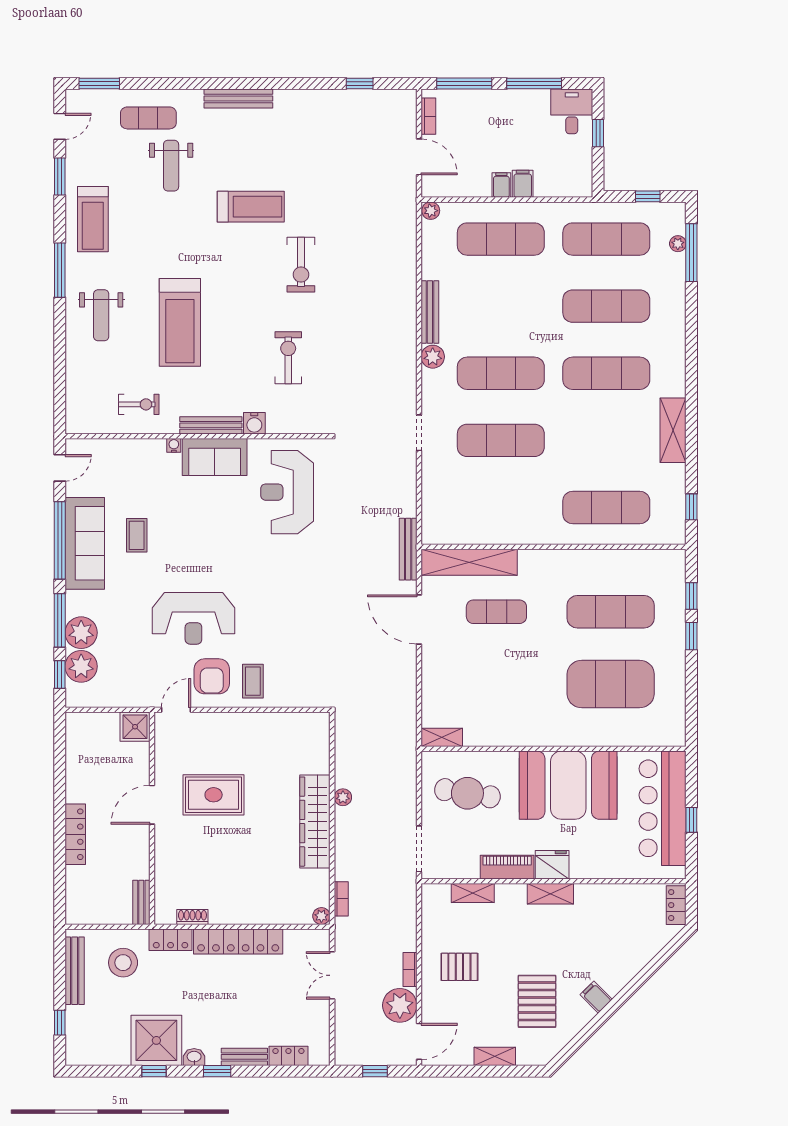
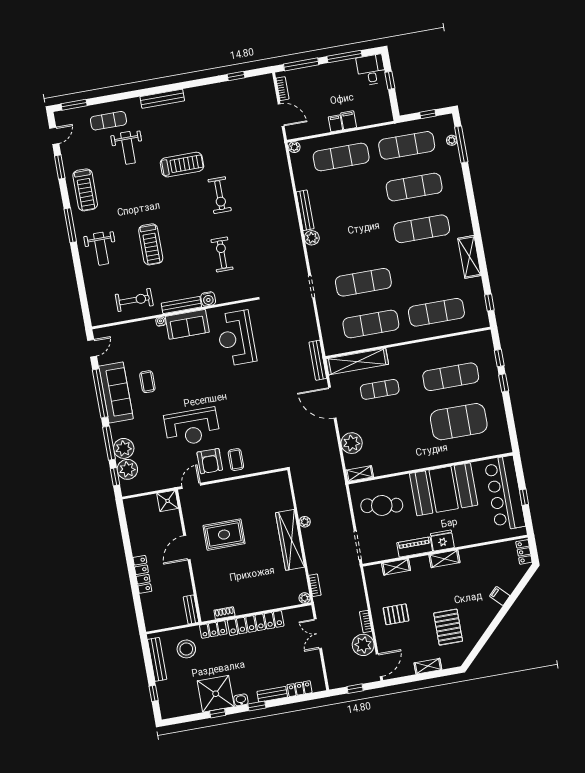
treadmill: (180, 322) -> (151, 244), width x0.73, depth x0.73
exercise mat: (501, 373) -> (371, 324), moved
exercise bike: (139, 404) -> (134, 300), width x1.38, depth x1.39
plant: (438, 688) -> (352, 443), added
filing cabinet: (596, 997) -> (500, 596), moved

